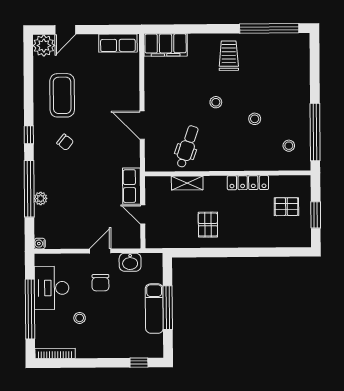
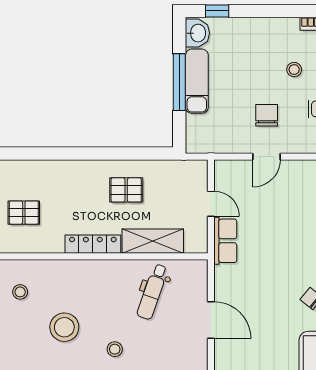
stool: (255, 119) -> (64, 327), width x1.89, depth x1.89
shelving: (187, 183) -> (153, 241), width x1.50, depth x1.33
locker: (248, 183) -> (93, 244), moved
pallet: (208, 225) -> (126, 190), turned 90
washbasin: (130, 262) -> (197, 33), moved, turned 90

